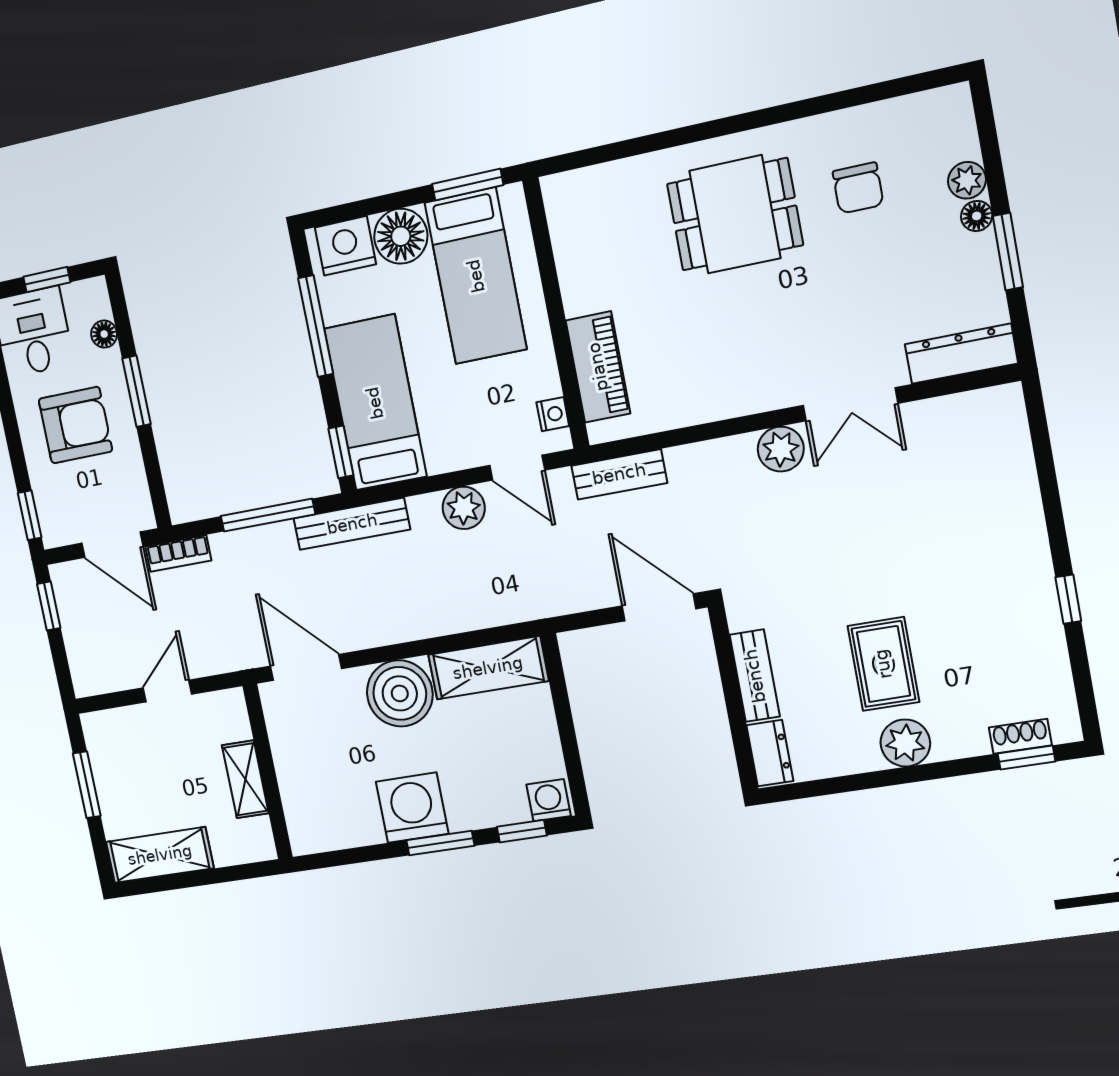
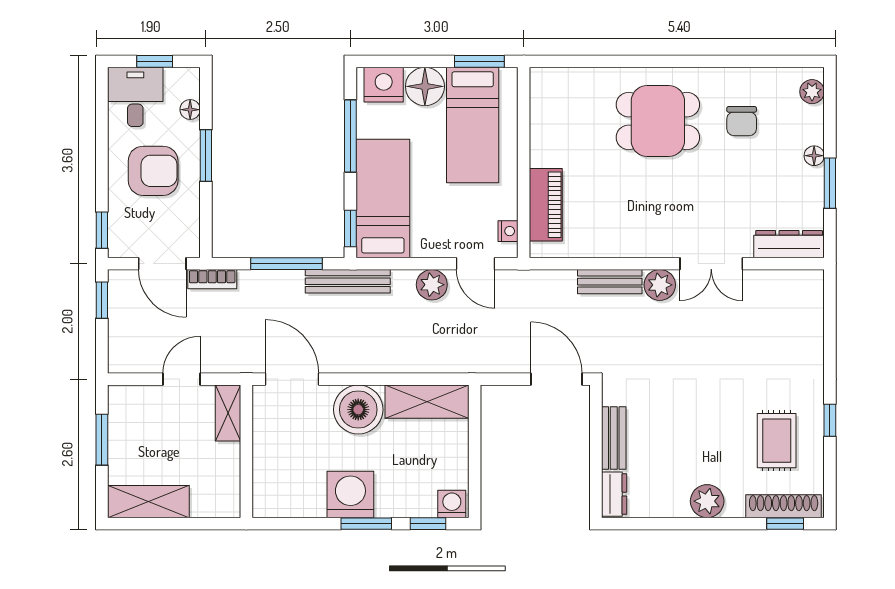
plant: (967, 180) -> (812, 92), moved
bench: (619, 474) -> (610, 282), moved
rug: (883, 664) -> (777, 441), moved
shoe rack: (1020, 736) -> (784, 506), width x1.94, depth x1.24
shelving: (245, 779) -> (228, 413), moved

